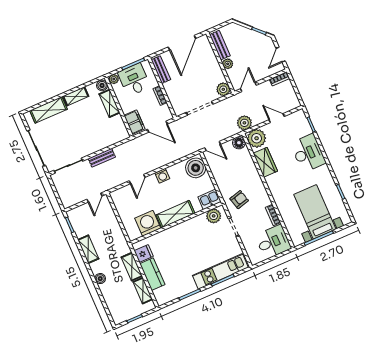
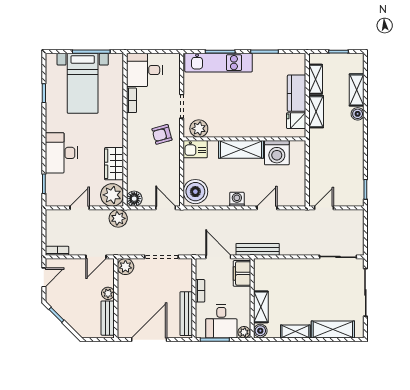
bench: (161, 70) -> (186, 314), width x1.36
door: (277, 118) -> (80, 208), swing flipped
bench: (102, 158) -> (258, 249), moved, width x1.36
shelving: (88, 249) -> (357, 90), moved

